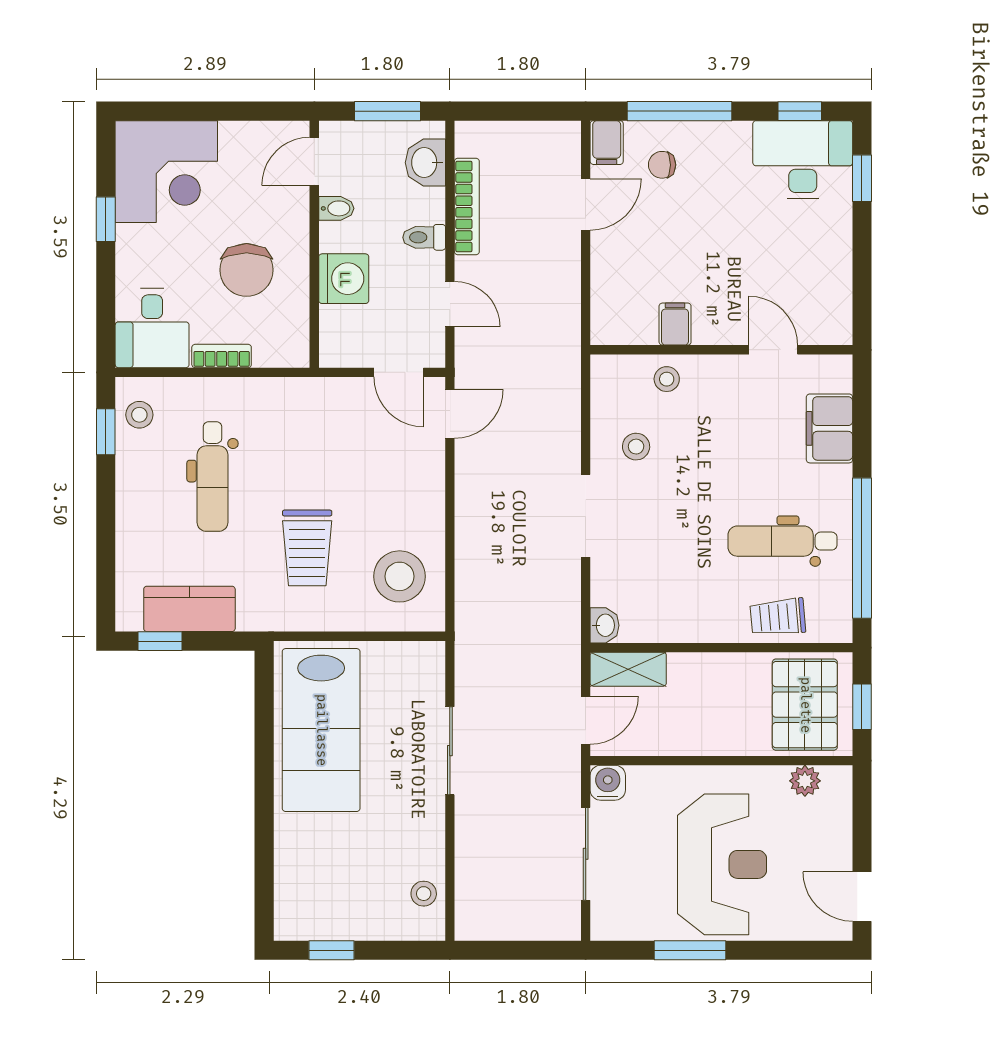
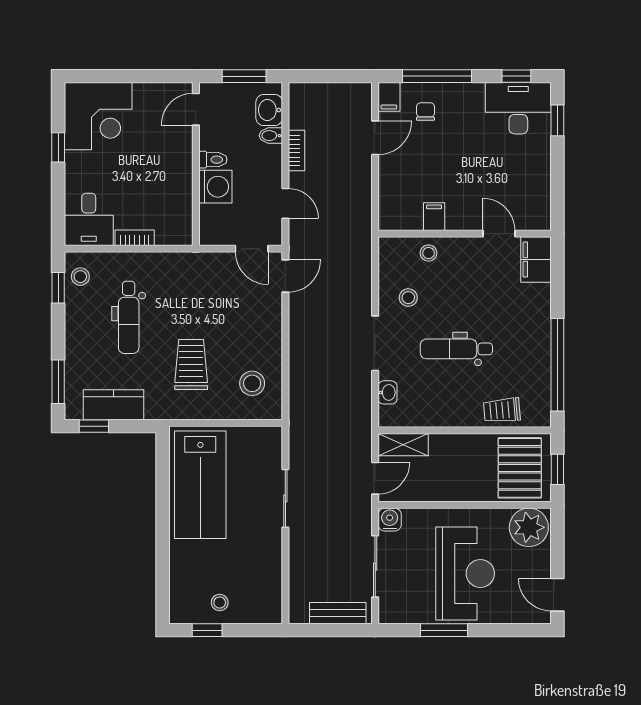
chair: (662, 165) -> (425, 112), turned 90
bookcase: (467, 207) -> (297, 151), width x0.64
bidet: (336, 208) -> (271, 136), moved, turned 180
toilet: (424, 237) -> (213, 160), moved, turned 180
chair: (247, 270) -> (151, 181), removed
filing cabinet: (829, 428) -> (536, 259), moved
dental chair: (783, 541) -> (456, 349), moved
trolley: (307, 548) -> (191, 365), turned 180
window: (106, 574) -> (58, 382), added
stool: (400, 576) -> (252, 383), width x0.73, depth x0.73
washbasin: (605, 625) -> (387, 392), moved
plant: (805, 781) -> (529, 527), width x1.87, depth x1.87
stool: (424, 894) -> (220, 603), moved
bench: (529, 925) -> (338, 613), added

